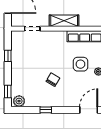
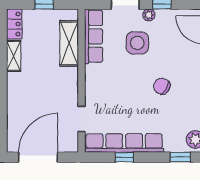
shelving: (64, 21) -> (69, 43), moved
row of seats: (17, 56) -> (124, 143), added

